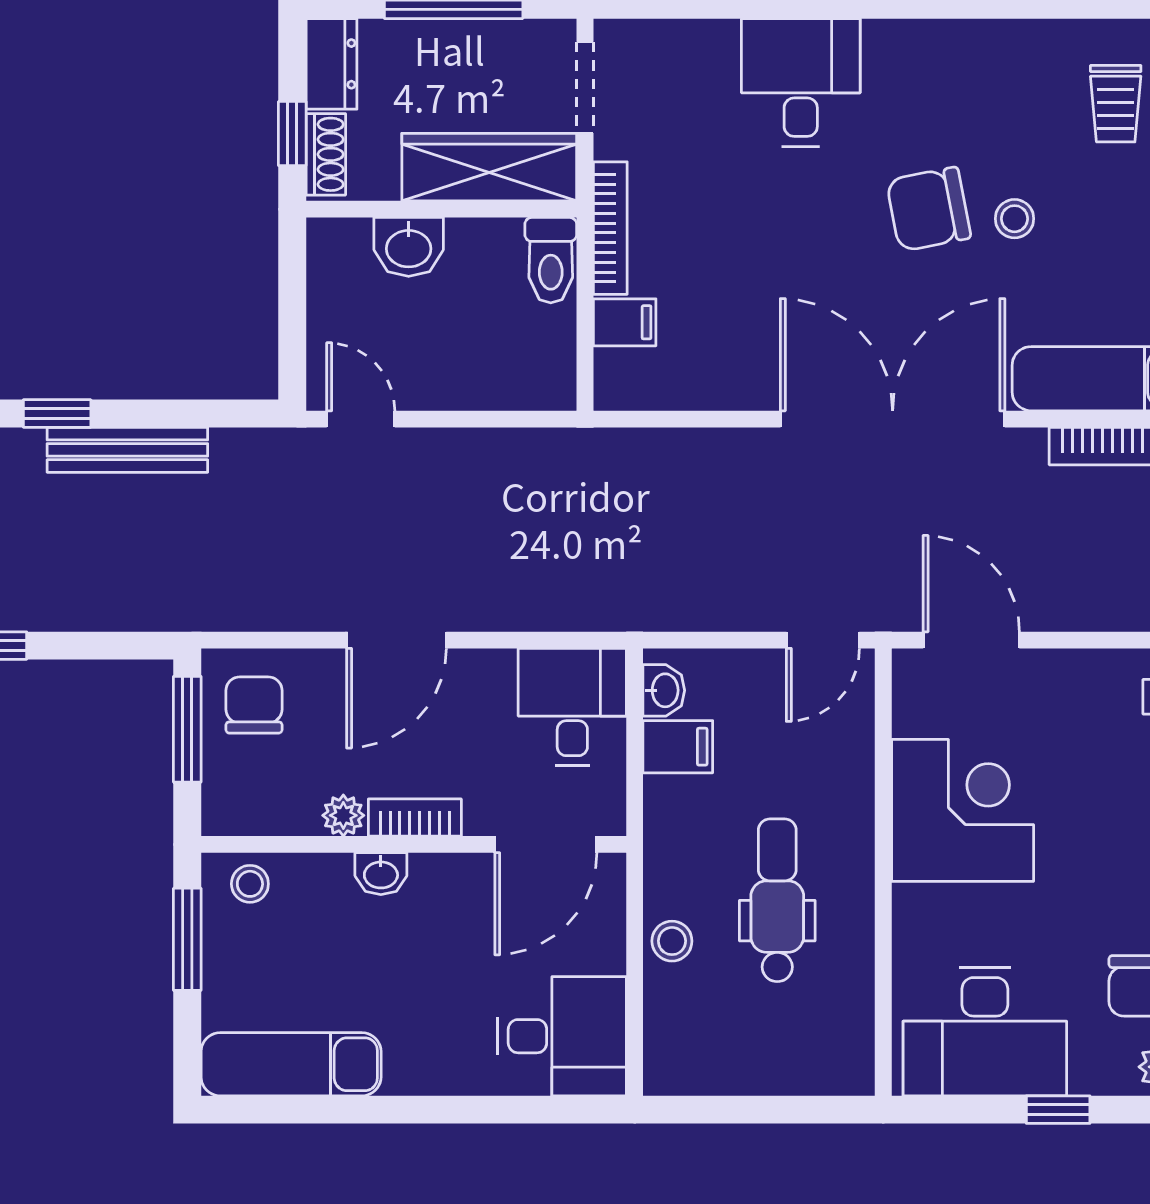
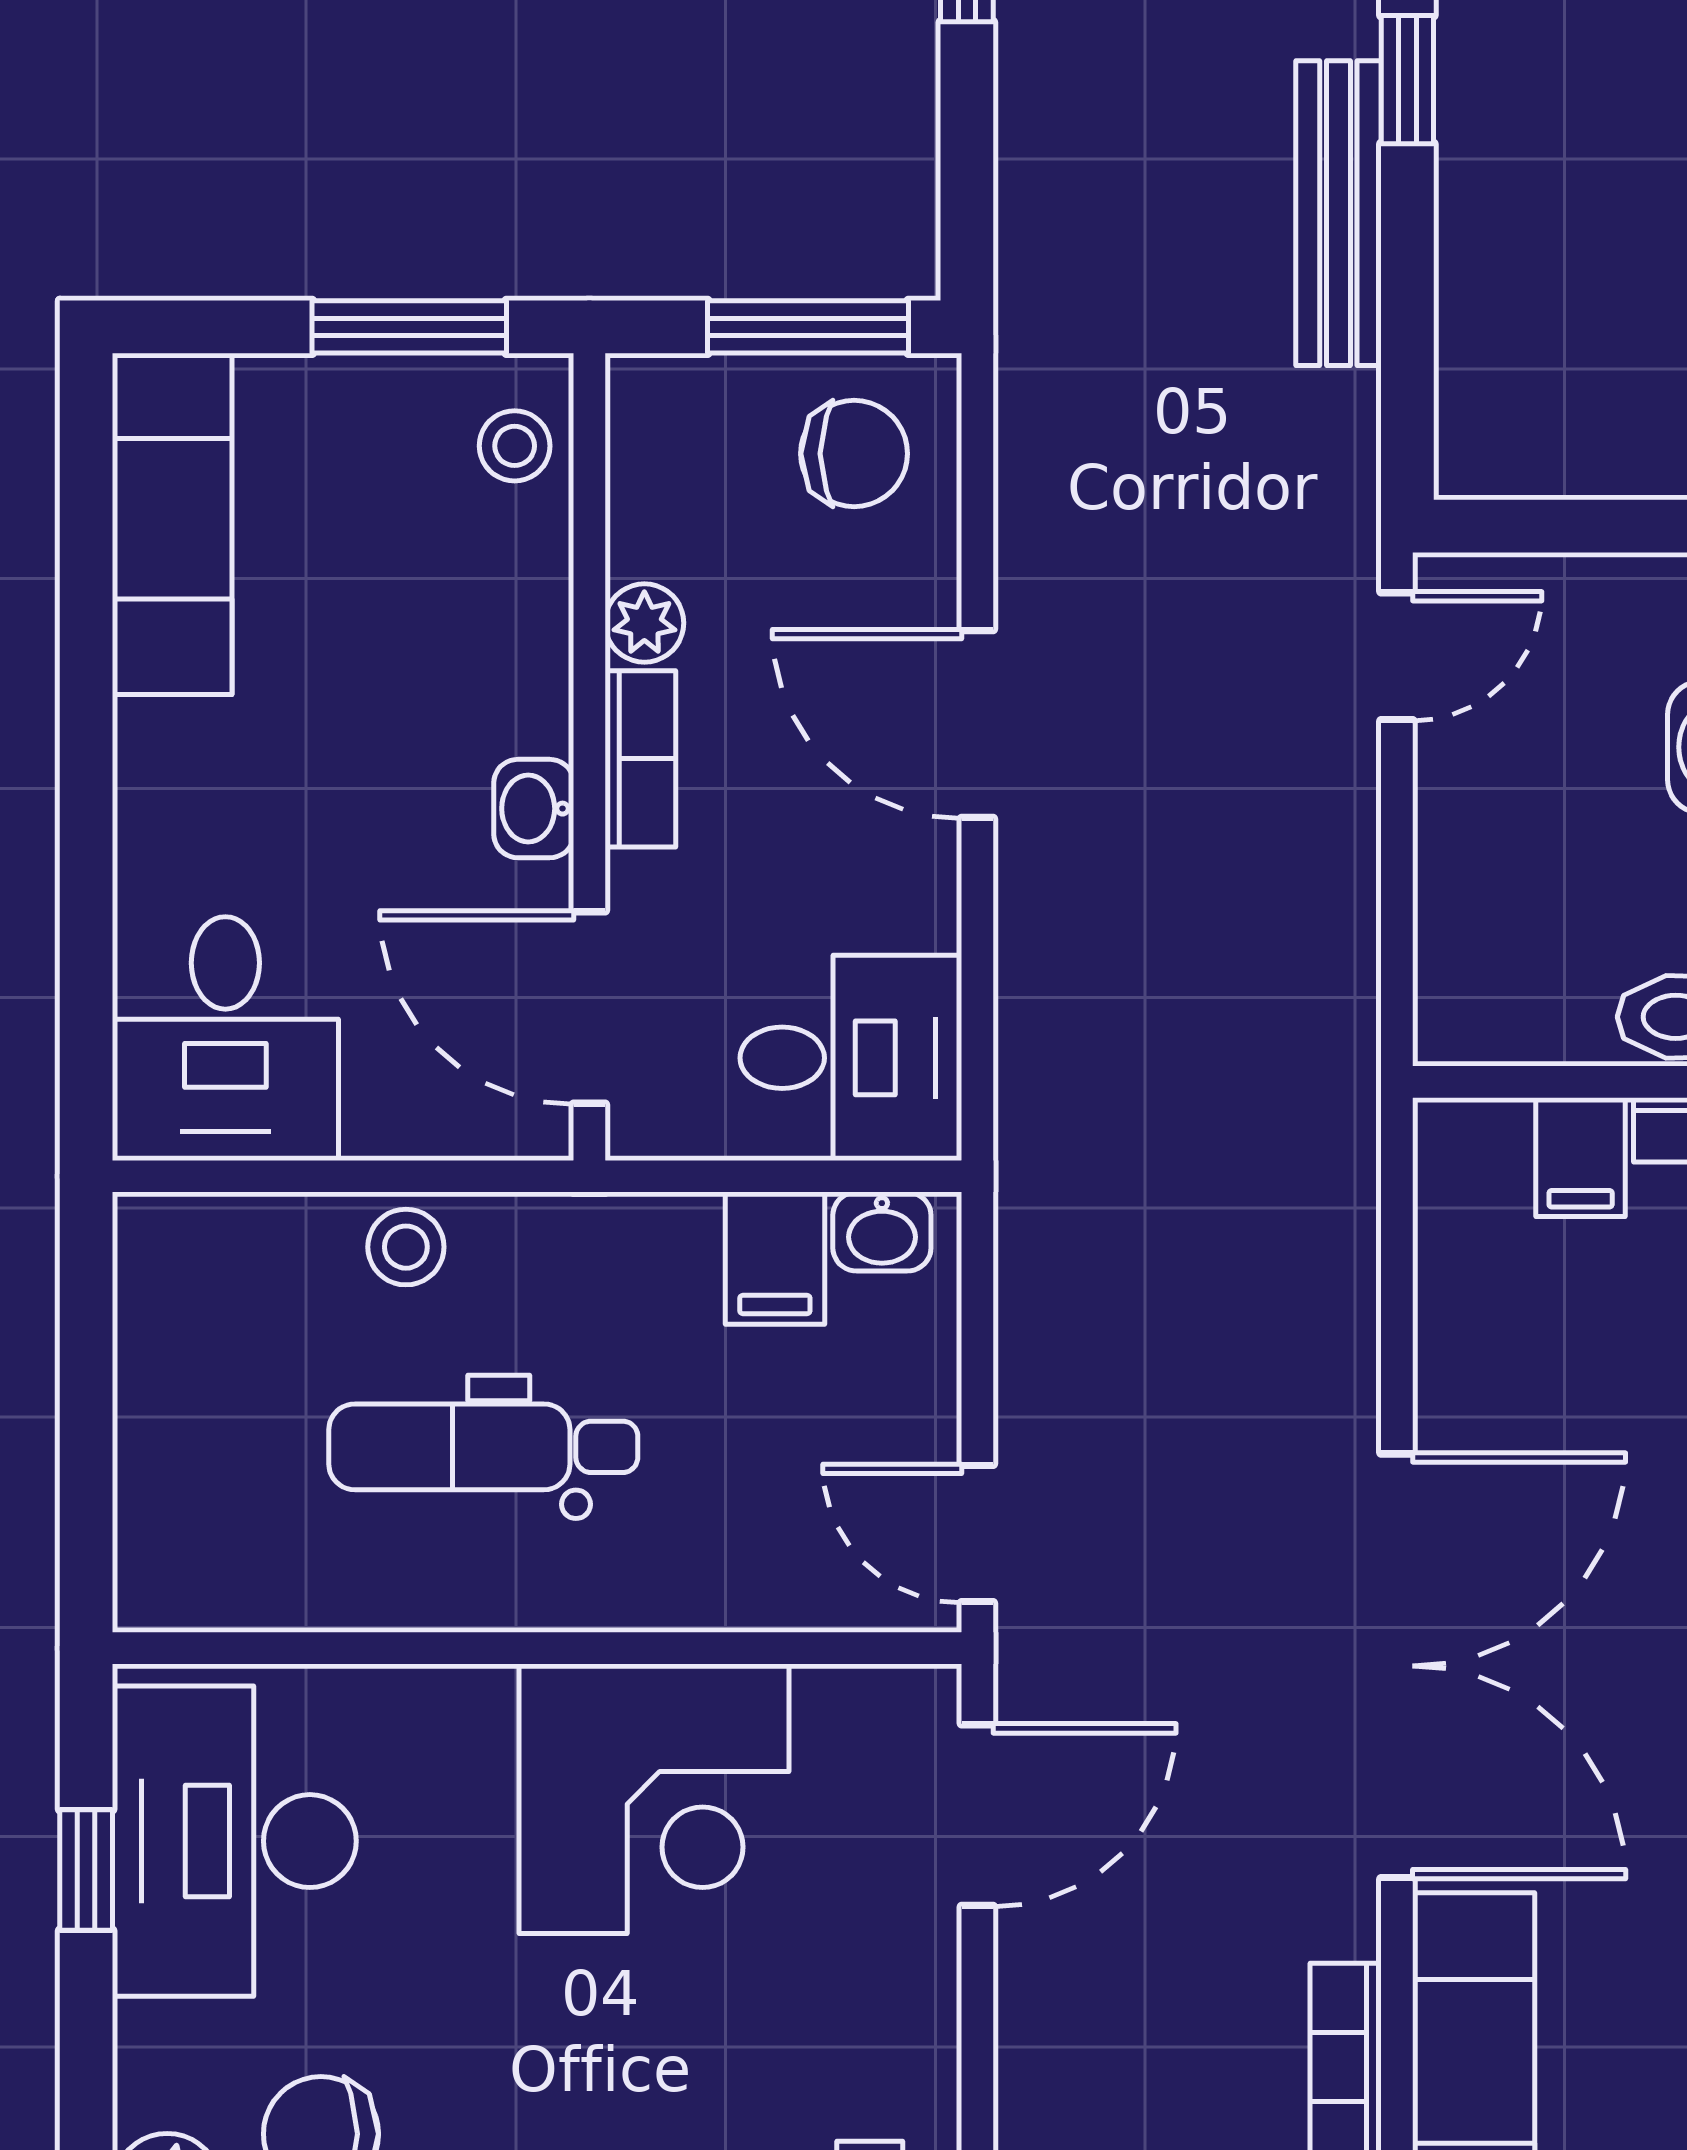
washbasin: (381, 874) -> (534, 809), moved
dental chair: (777, 900) -> (483, 1447), turned 180
window: (1058, 1110) -> (86, 1870), moved

